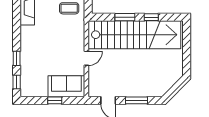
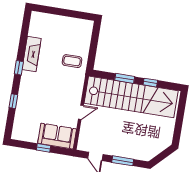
window: (17, 82) -> (19, 68), moved

